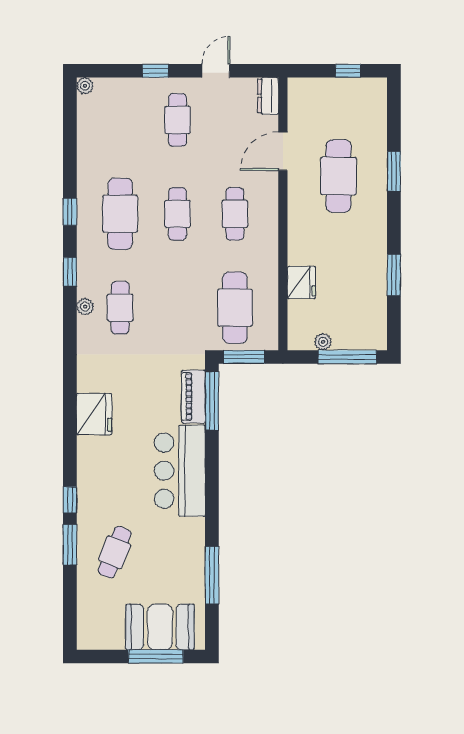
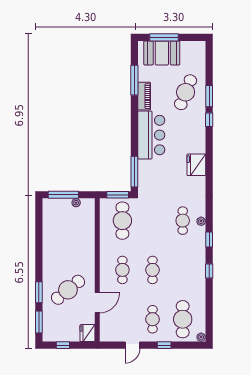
dresser: (268, 96) -> (105, 332), removed
cafe table: (339, 176) -> (68, 290), turned 51
cafe table: (120, 214) -> (183, 319), moved
window: (394, 275) -> (39, 322), moved
fridge: (301, 283) -> (87, 333), moved
piano: (193, 397) -> (144, 96), moved
cafe table: (115, 552) -> (186, 92), width x1.37, depth x1.35

